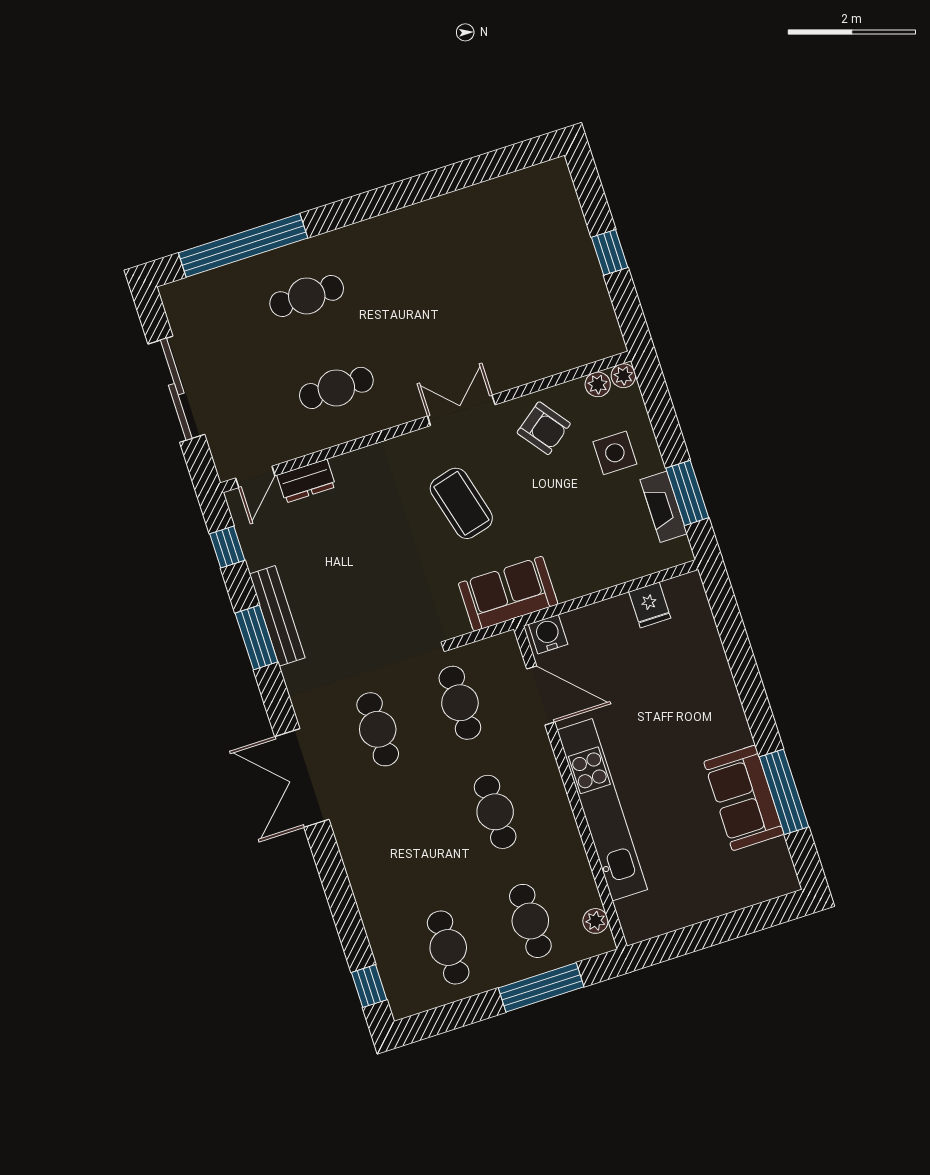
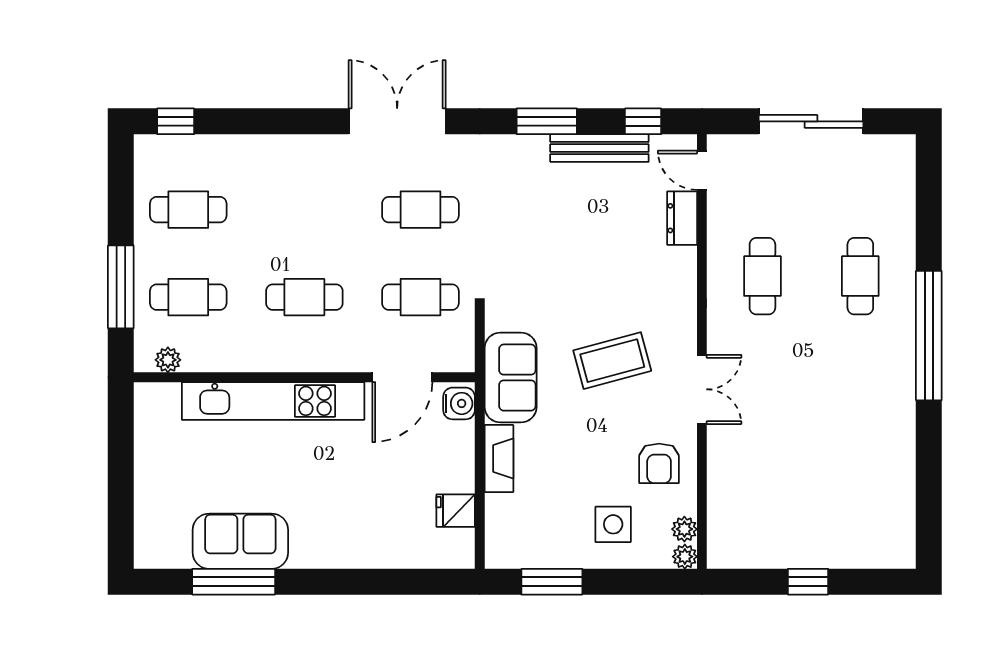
window: (243, 245) -> (929, 336), moved
armchair: (544, 428) -> (659, 463), turned -53
fireplace: (664, 507) -> (499, 459), moved, turned 90
bench: (277, 616) -> (599, 148), moved

